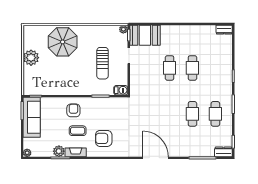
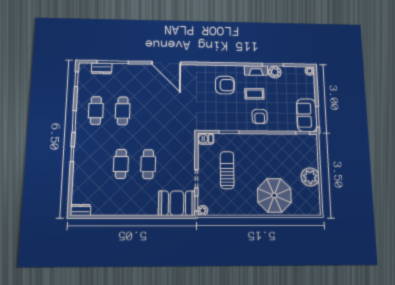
sofa: (32, 117) -> (307, 115), width x0.73
dresser: (223, 152) -> (102, 68), moved

